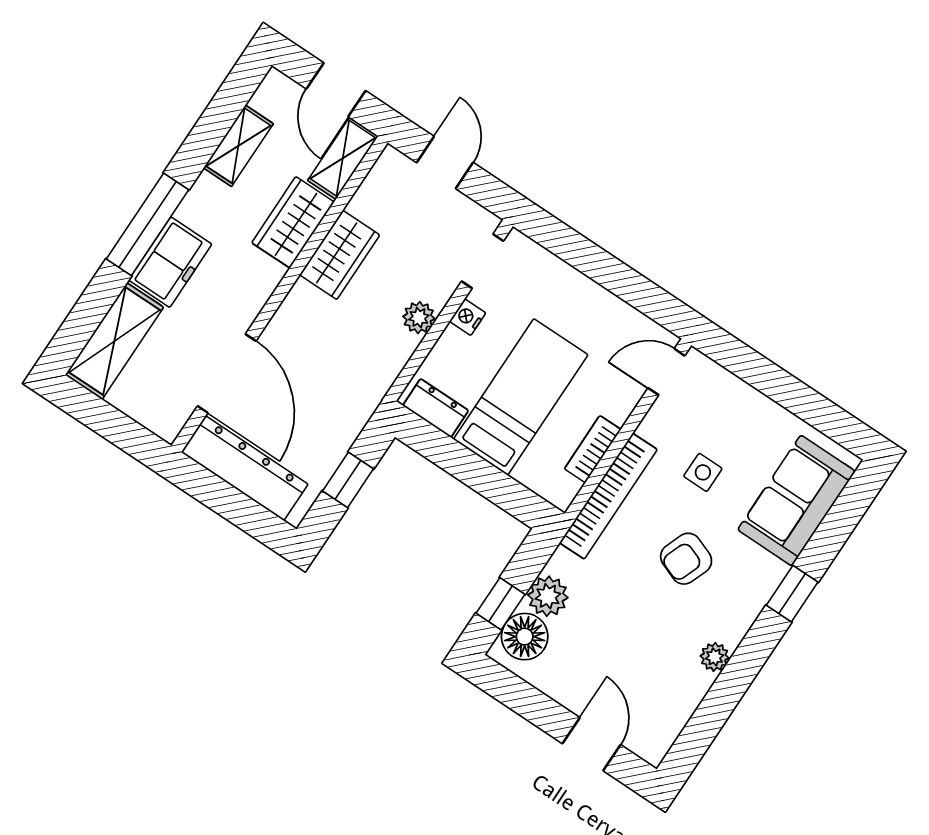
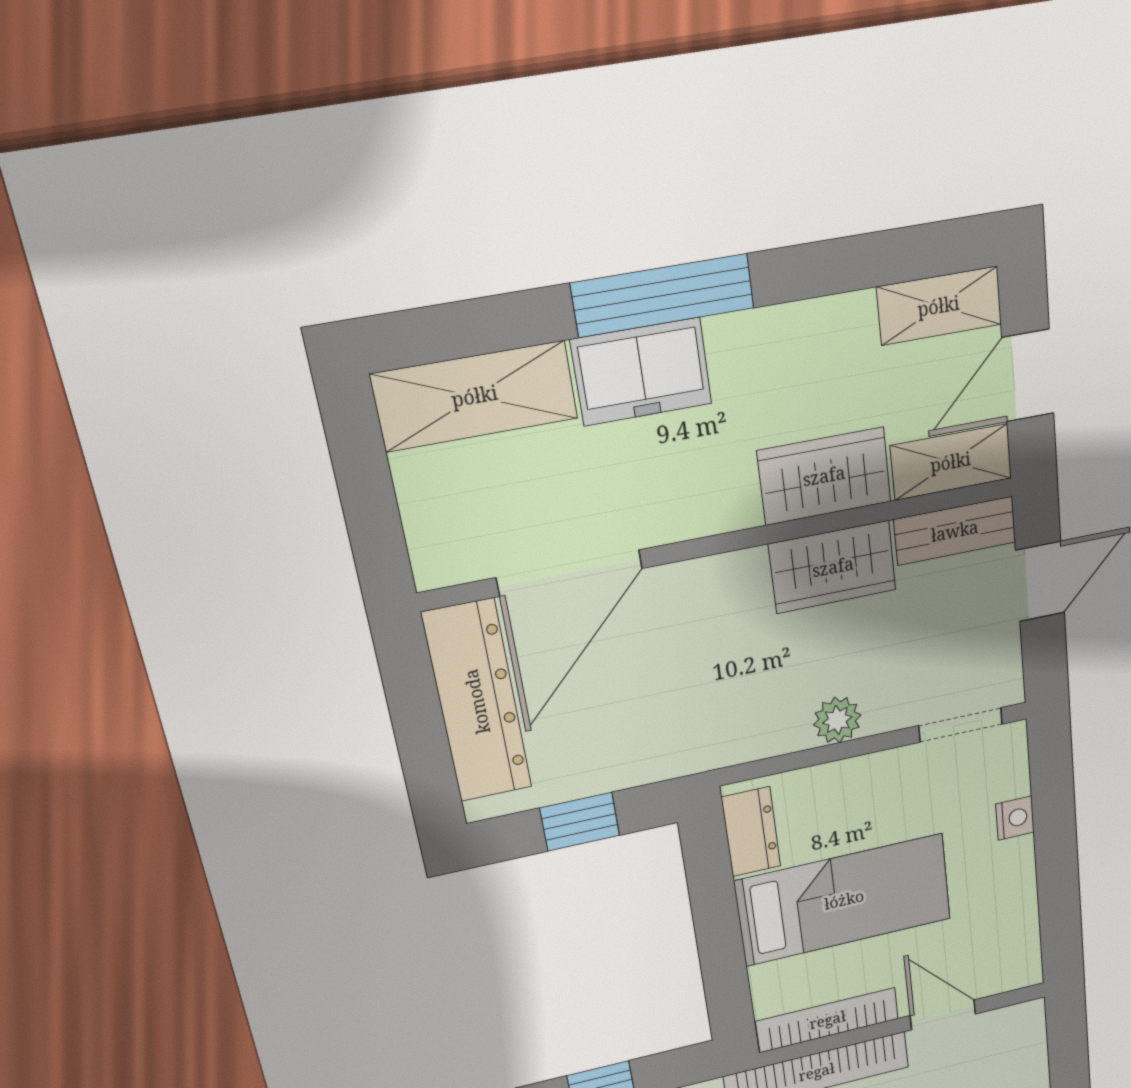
shelving: (238, 146) -> (939, 306), moved
bench: (378, 183) -> (955, 531), added
nightstand: (468, 317) -> (1015, 818), moved, turned 90
door: (666, 372) -> (943, 1015), moved
bookcase: (593, 449) -> (828, 1020), width x1.56

